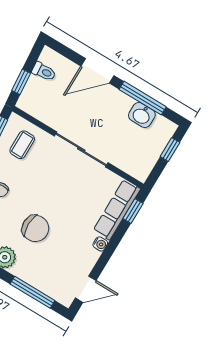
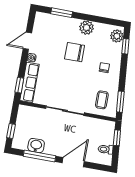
door: (86, 289) -> (27, 41), moved
window: (32, 292) -> (62, 13), width x0.69

